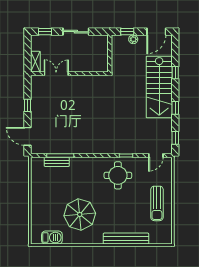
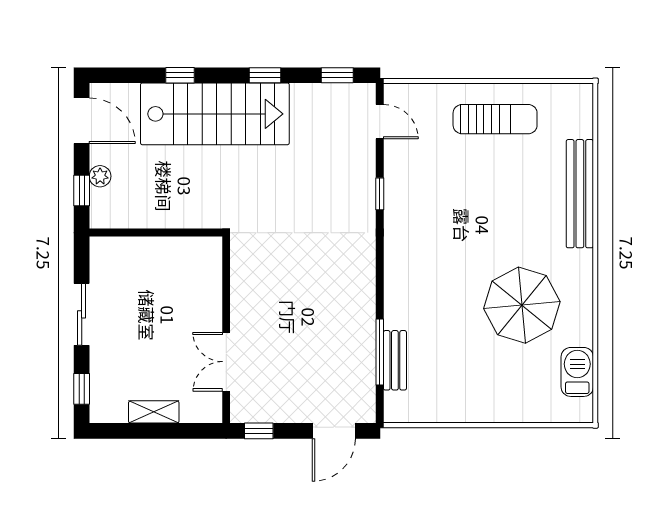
double door: (56, 74) -> (226, 362), moved
wall: (69, 74) -> (226, 330), moved
round table: (118, 175) -> (428, 213), removed

